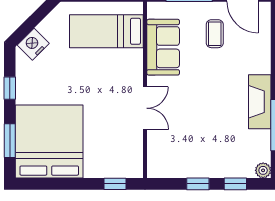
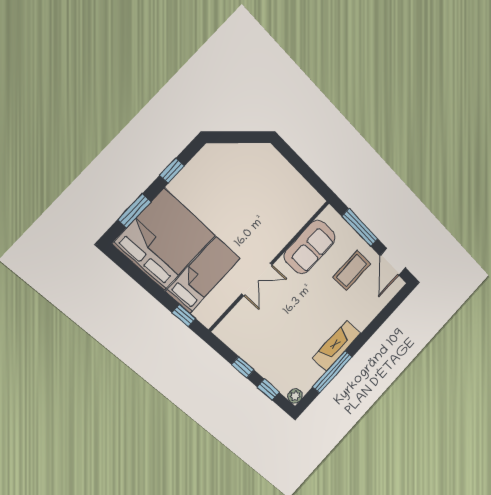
bed: (106, 31) -> (203, 275), moved, turned 90
coffee table: (215, 34) -> (352, 271), width x1.36, depth x1.30
nightstand: (33, 44) -> (221, 155), removed

